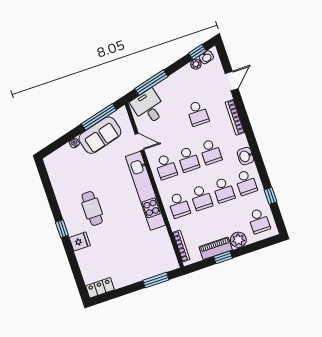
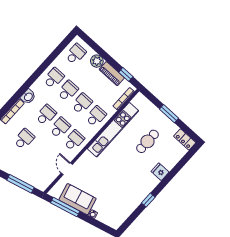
desk: (148, 107) -> (39, 176), removed
washbasin: (246, 156) -> (28, 97), moved
kitchen unit: (145, 191) -> (113, 130), moved
window: (271, 196) -> (53, 56), removed
cafe table: (92, 208) -> (148, 141), moved
window: (62, 229) -> (148, 200), moved
window: (223, 257) -> (126, 74), moved
window: (156, 280) -> (169, 114), moved

